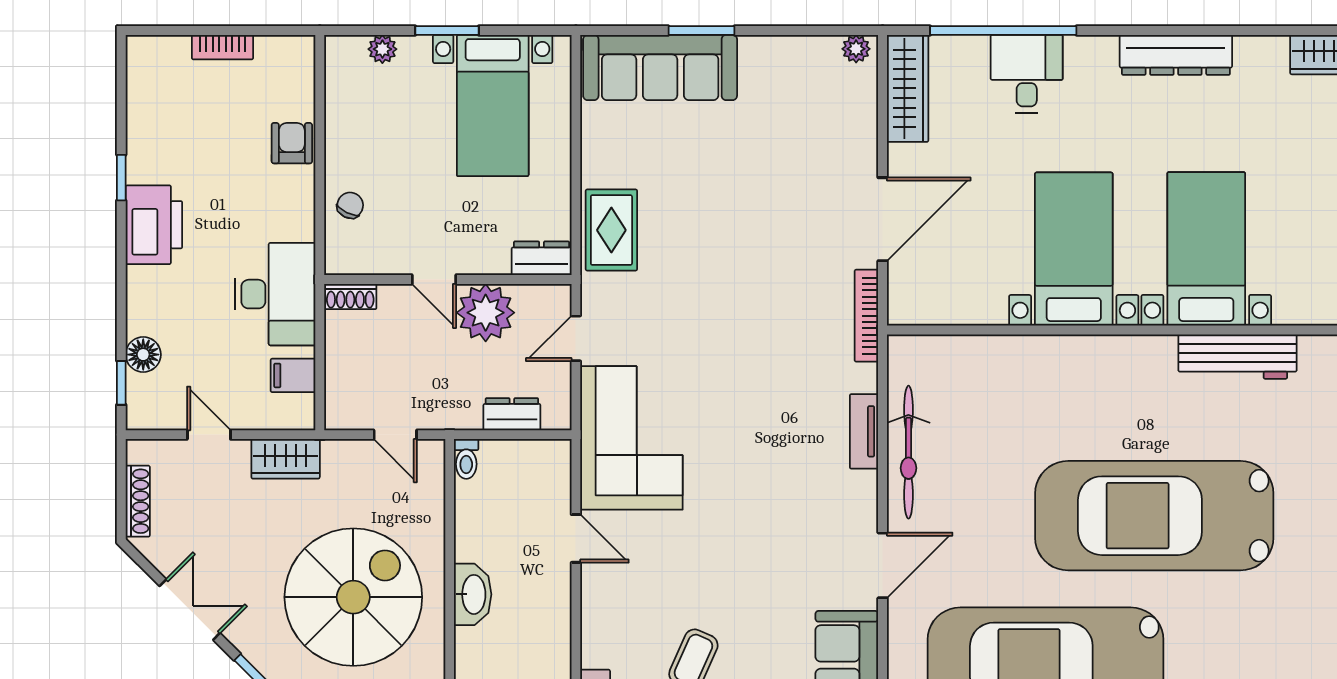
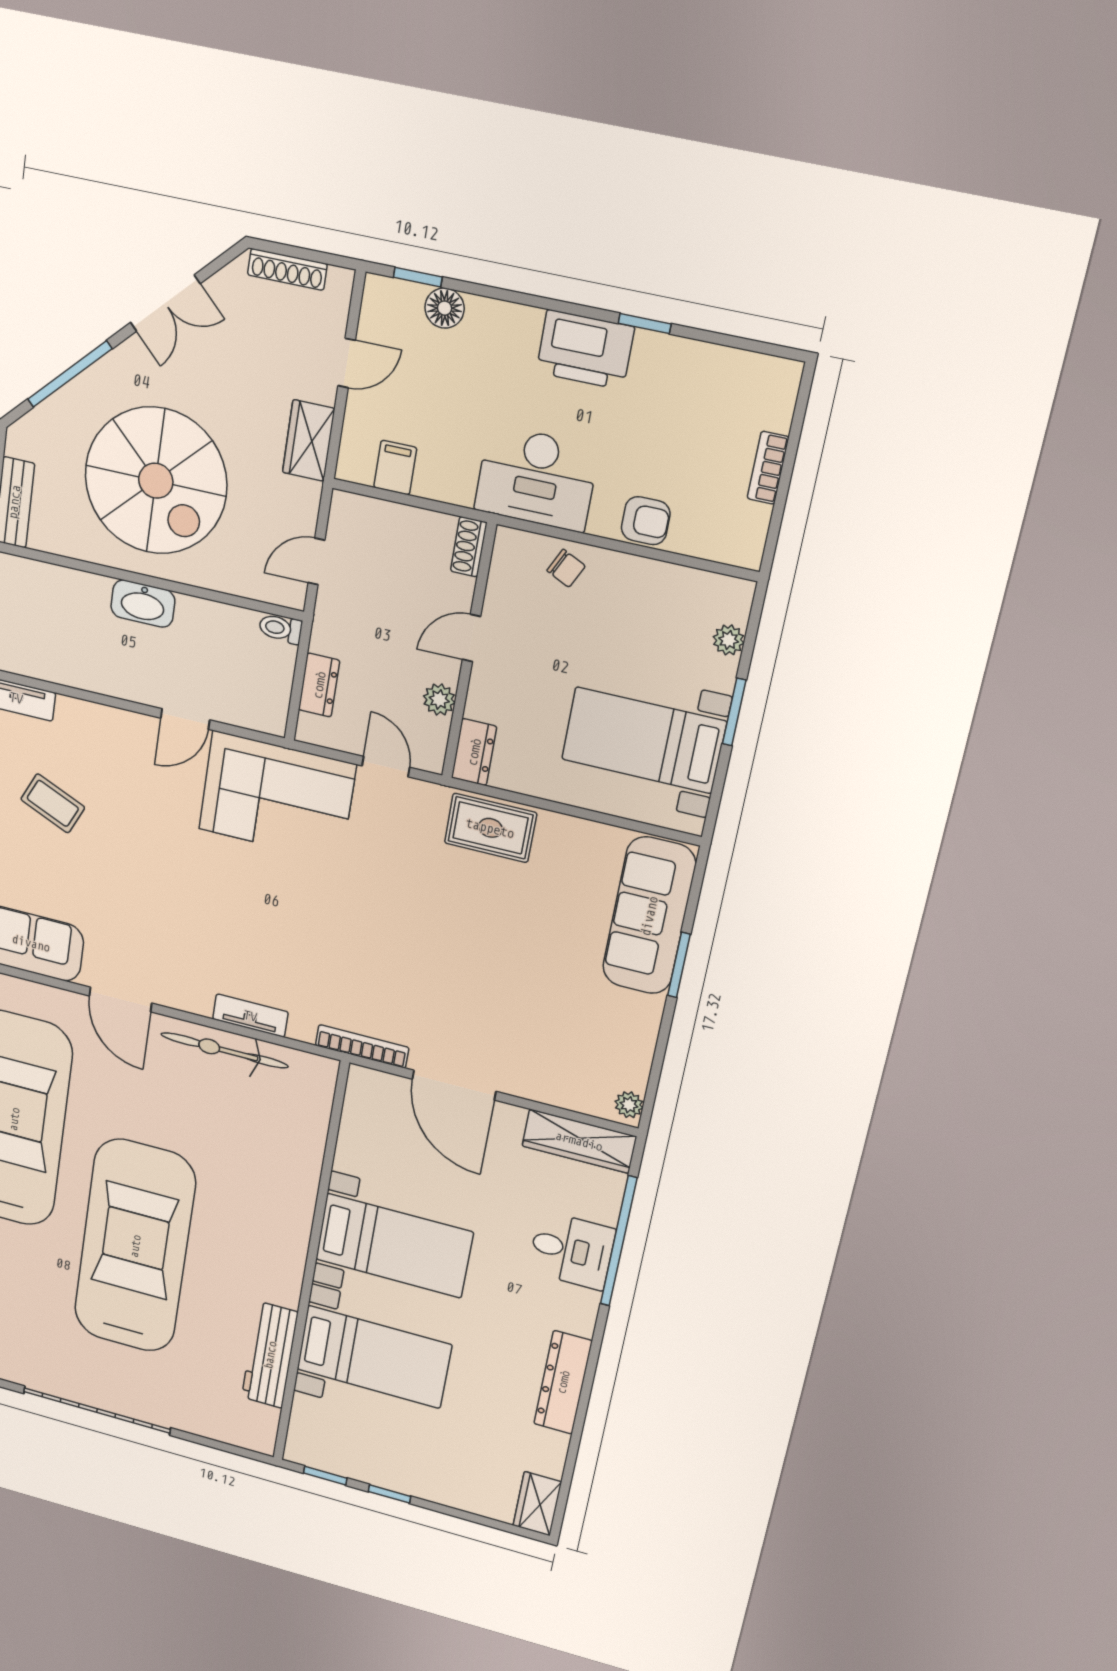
desk: (275, 294) -> (536, 478), moved
plant: (486, 313) -> (439, 700), width x0.53, depth x0.53

